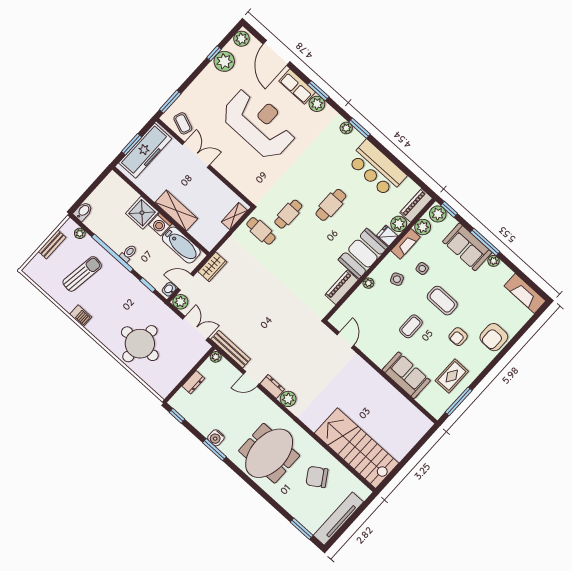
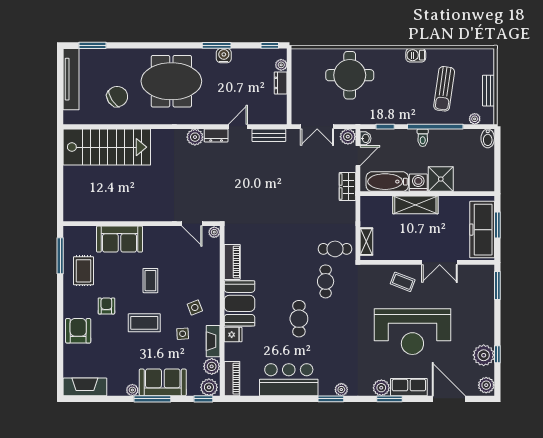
coffee table: (183, 123) -> (403, 282), moved
plant: (399, 224) -> (233, 352), removed
plant: (368, 283) -> (214, 232), moved
bench: (231, 349) -> (269, 135), width x0.73
plant: (216, 357) -> (281, 65), moved
meeting table: (269, 453) -> (171, 81), turned 90

